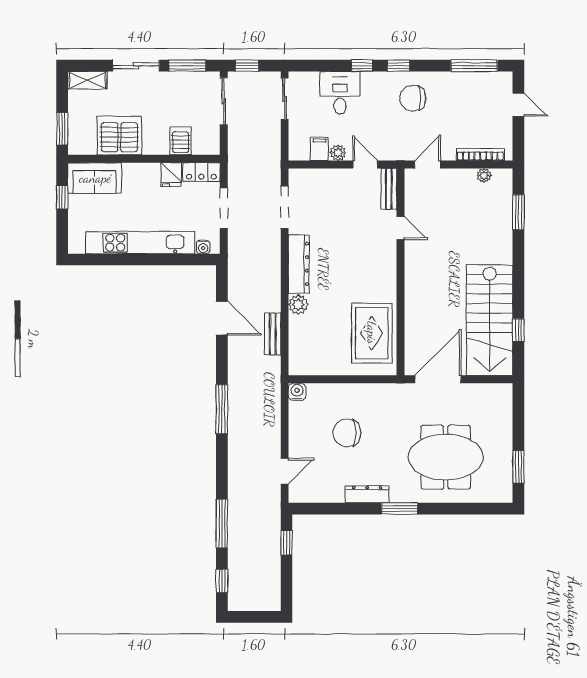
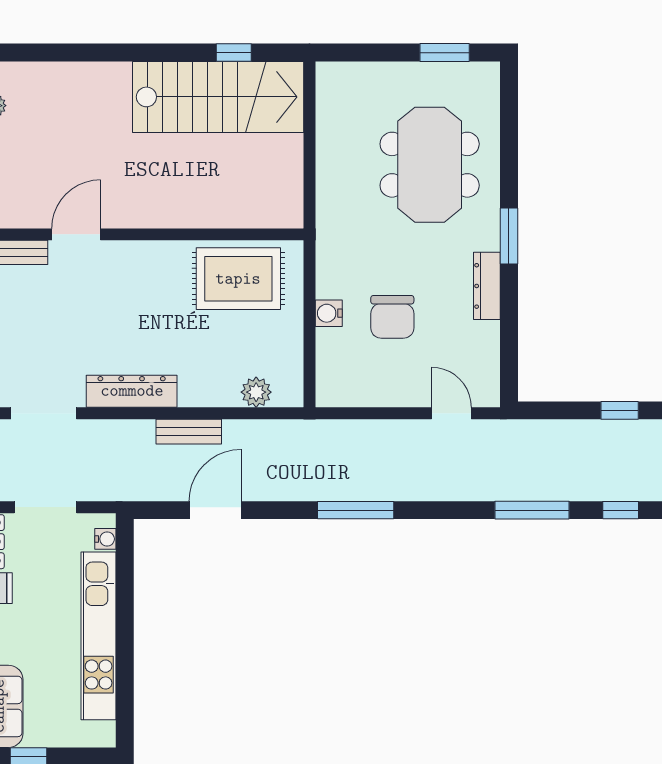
window: (518, 212) -> (52, 53), removed
door: (401, 228) -> (76, 234), width x1.38
plant: (298, 305) -> (256, 392), moved
bench: (273, 334) -> (189, 432), moved
door: (438, 379) -> (310, 177), removed
water cooler: (297, 392) -> (329, 313), moved
window: (286, 543) -> (620, 410), moved

